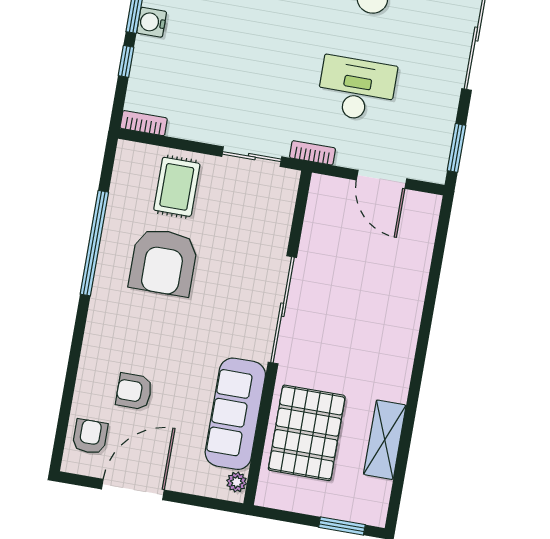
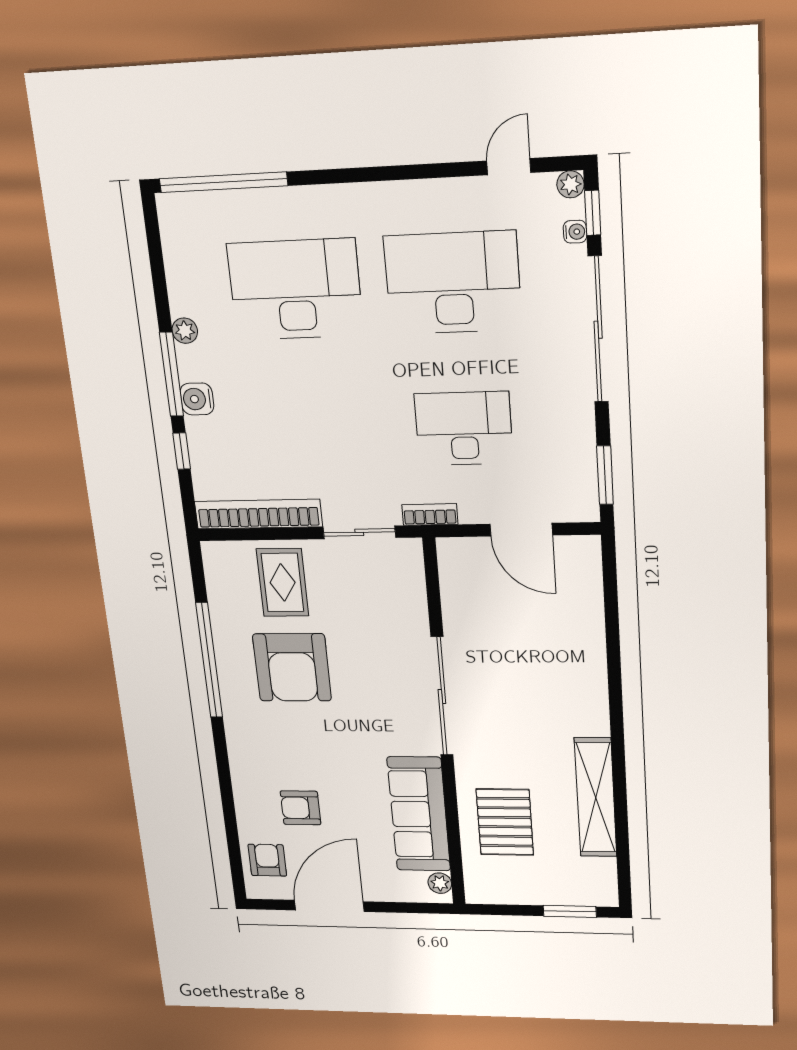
bookcase: (144, 123) -> (258, 514), width x2.31, depth x1.31
pallet: (307, 433) -> (505, 822), width x0.73, depth x0.71
shelving: (385, 440) -> (596, 798), width x1.47

